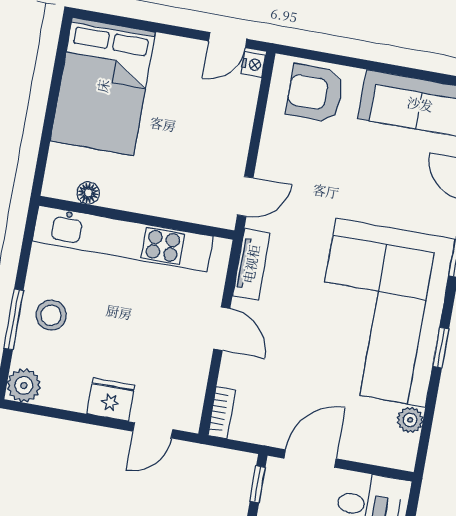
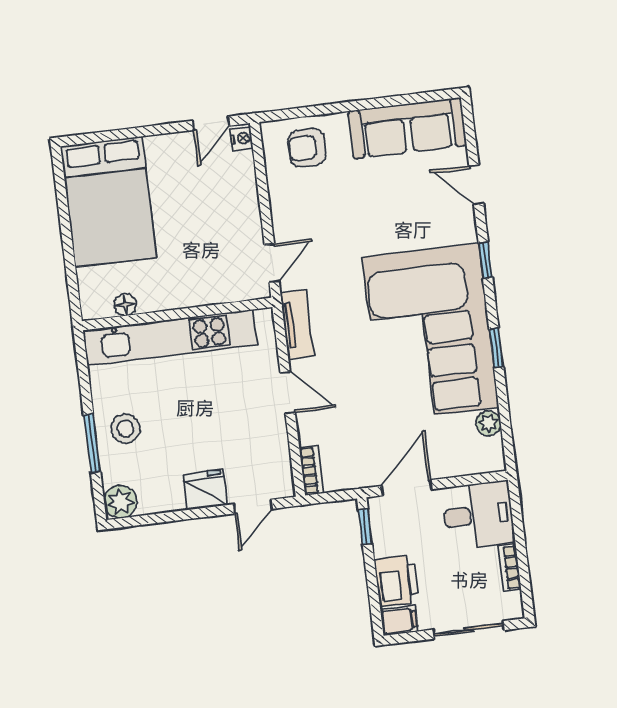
armchair: (315, 93) -> (307, 148), width x0.72, depth x0.72

